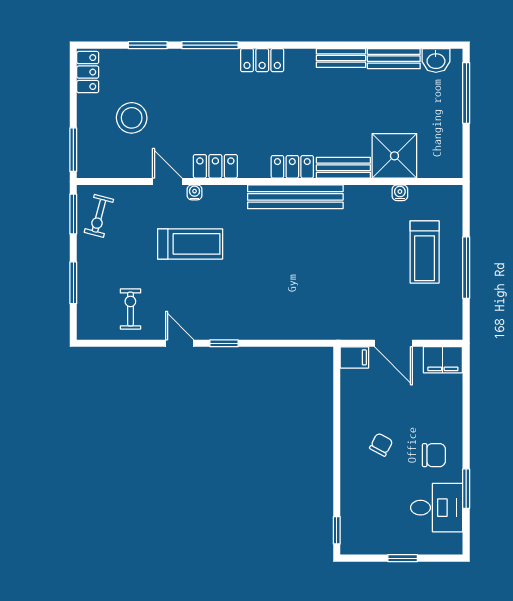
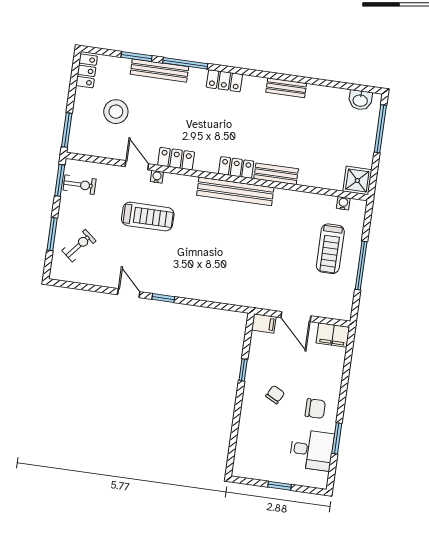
bench: (394, 59) -> (159, 70), moved, width x1.36
shower: (394, 156) -> (357, 180), moved, width x0.73, depth x0.73
water cooler: (400, 193) -> (343, 203), moved
exercise bike: (99, 216) -> (80, 185), turned -105
exercise bike: (130, 309) -> (79, 246), moved, turned 40
window: (337, 530) -> (243, 370), moved

